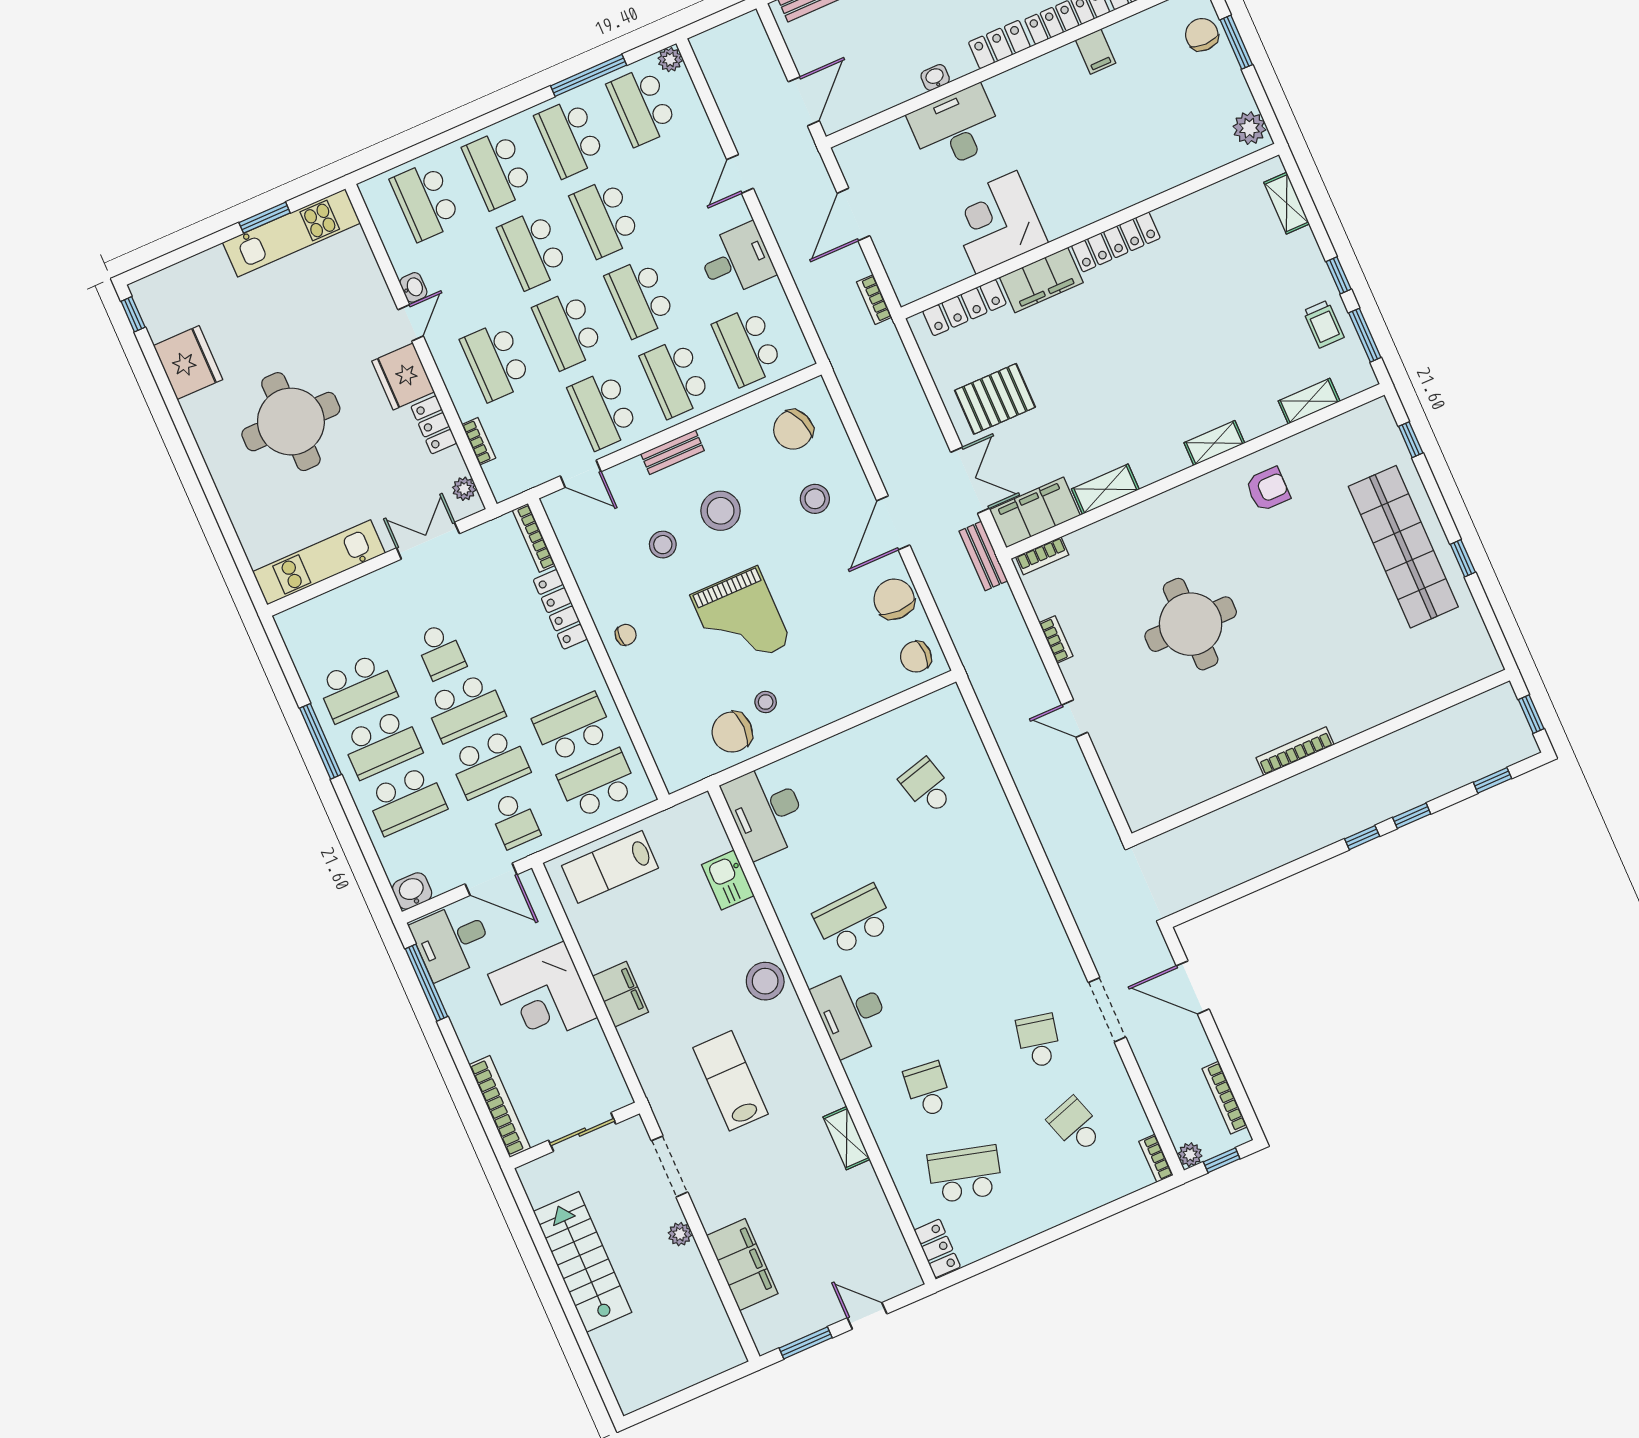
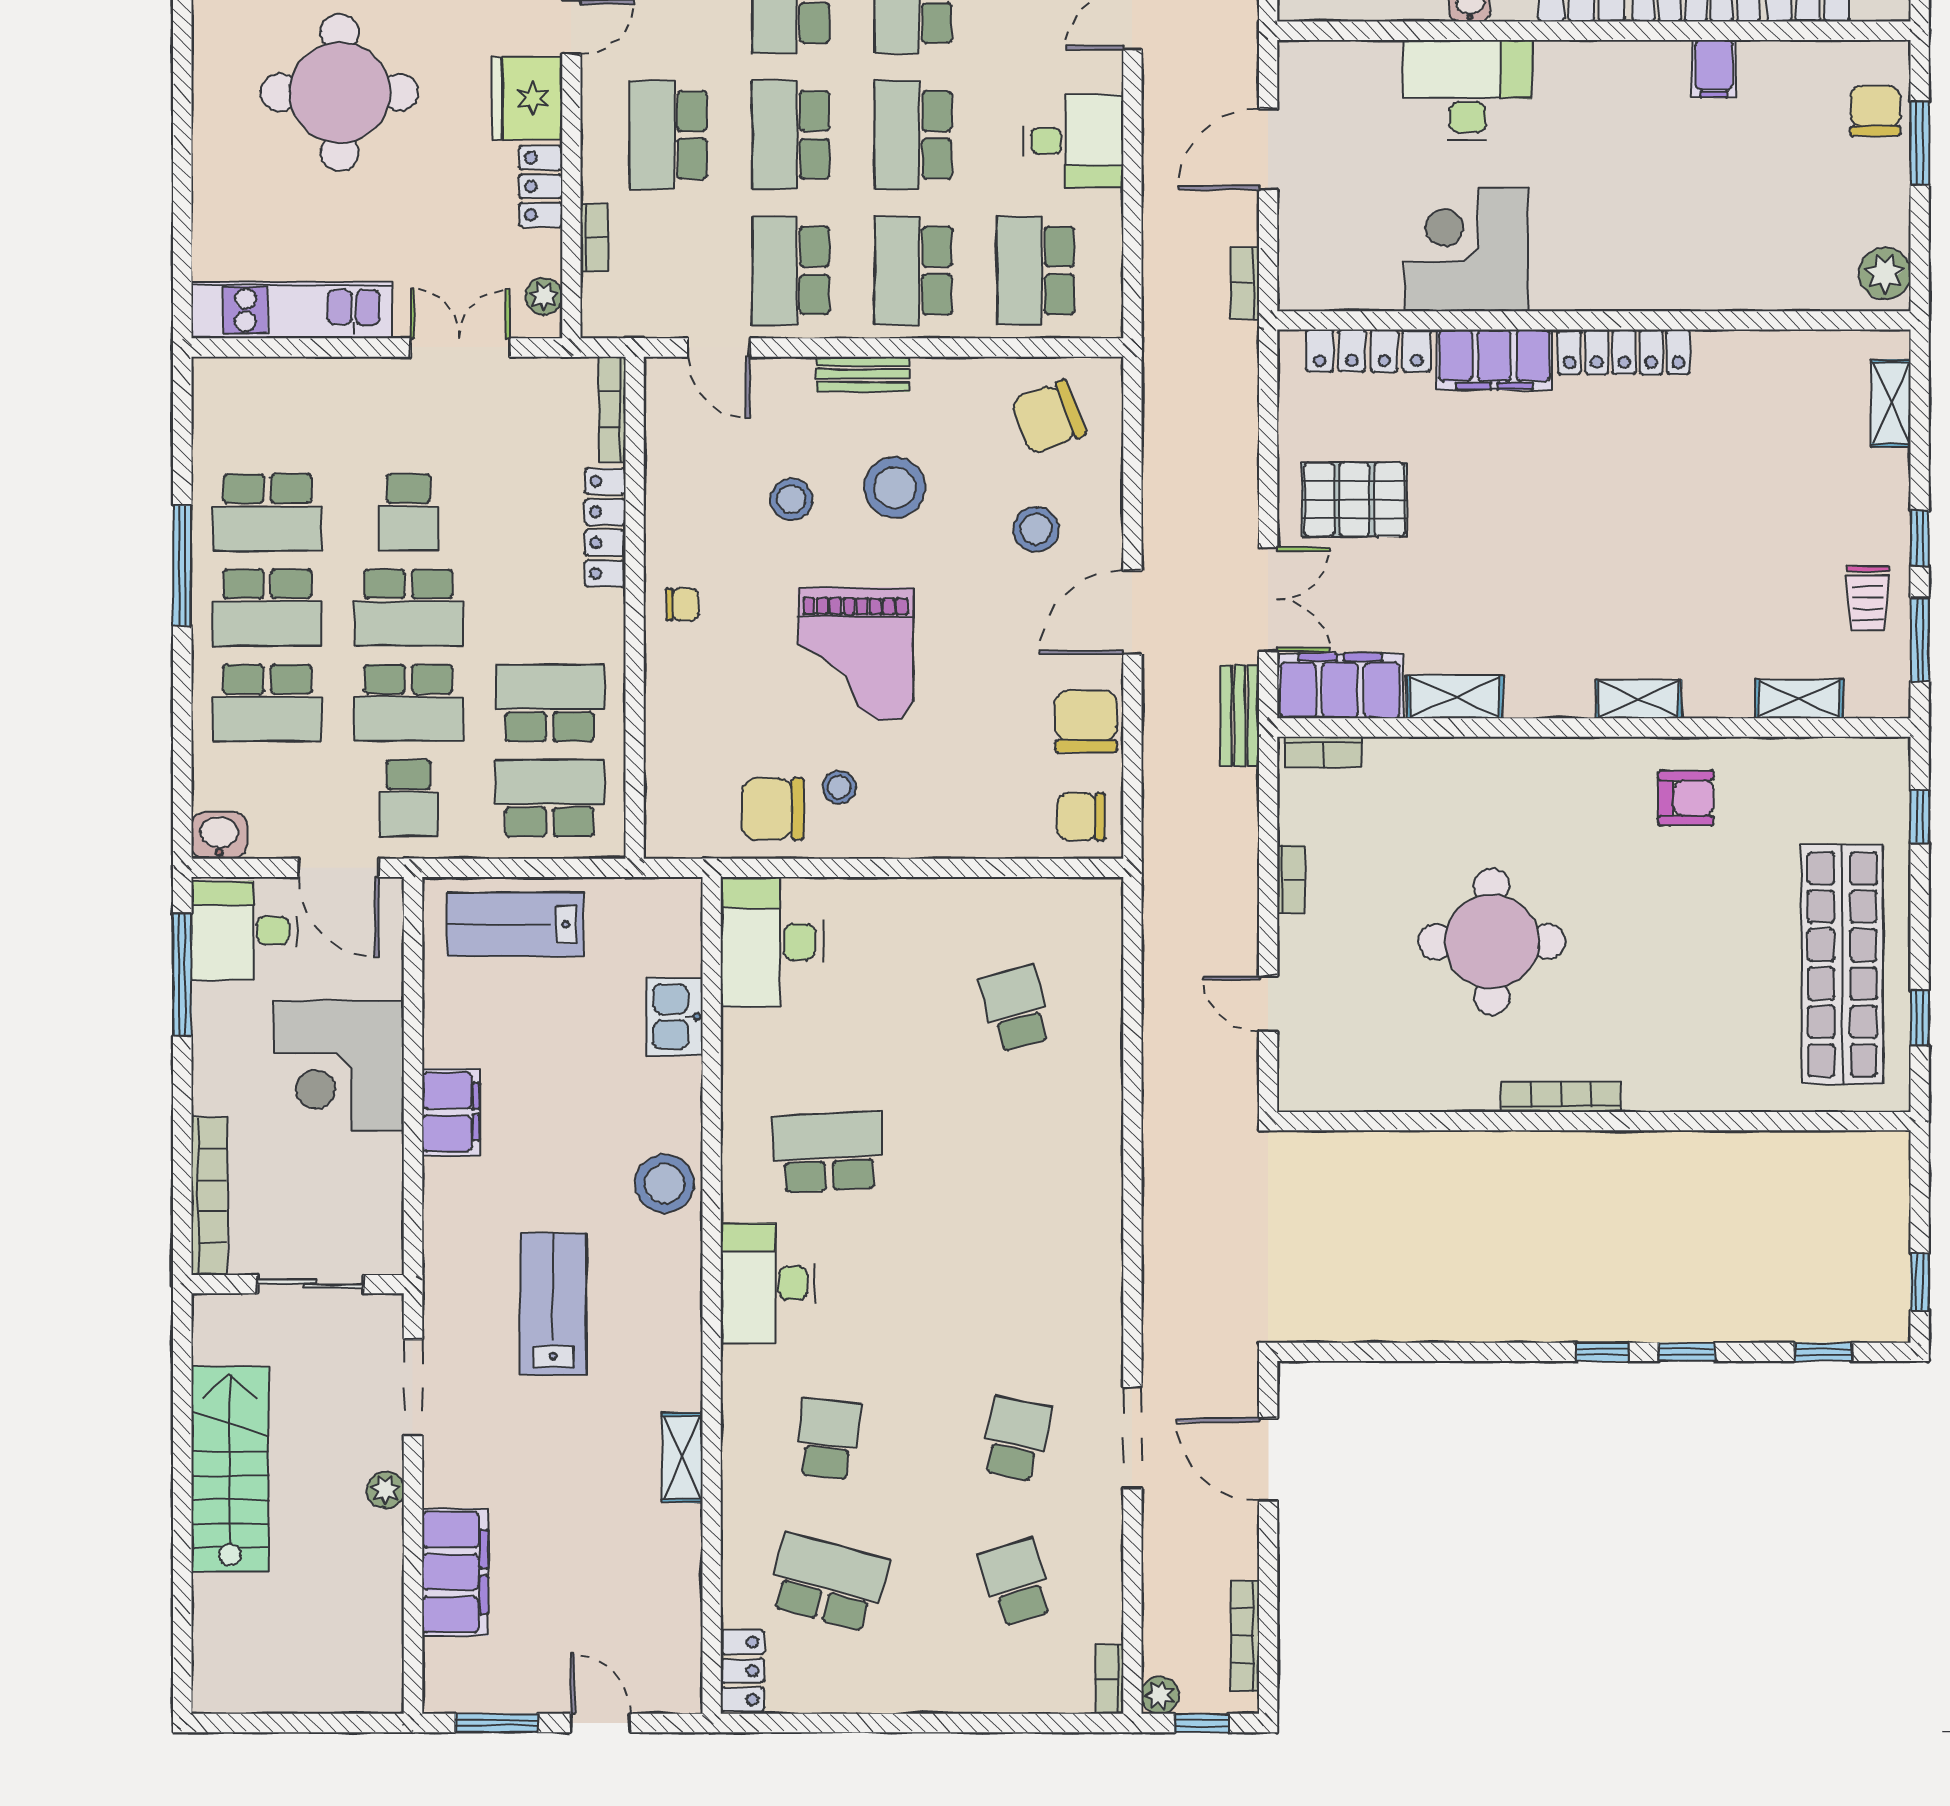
bookcase: (1295, 751) -> (1561, 1097), moved
wall: (1321, 757) -> (1594, 1121), moved

